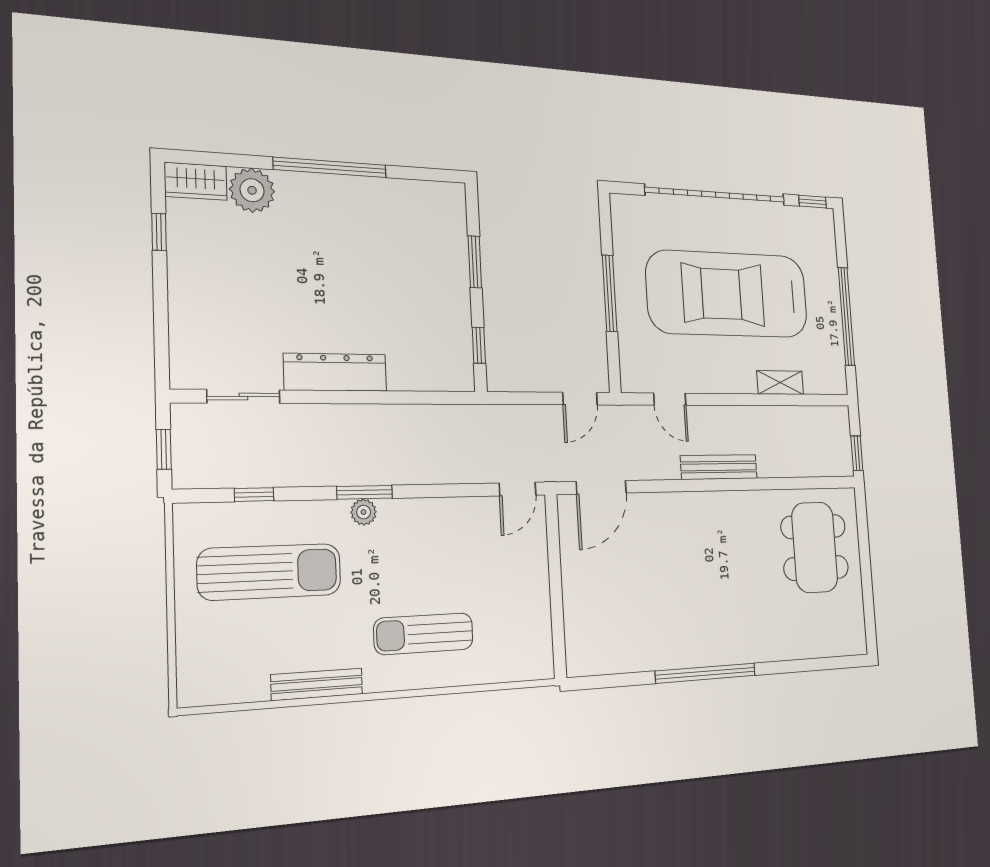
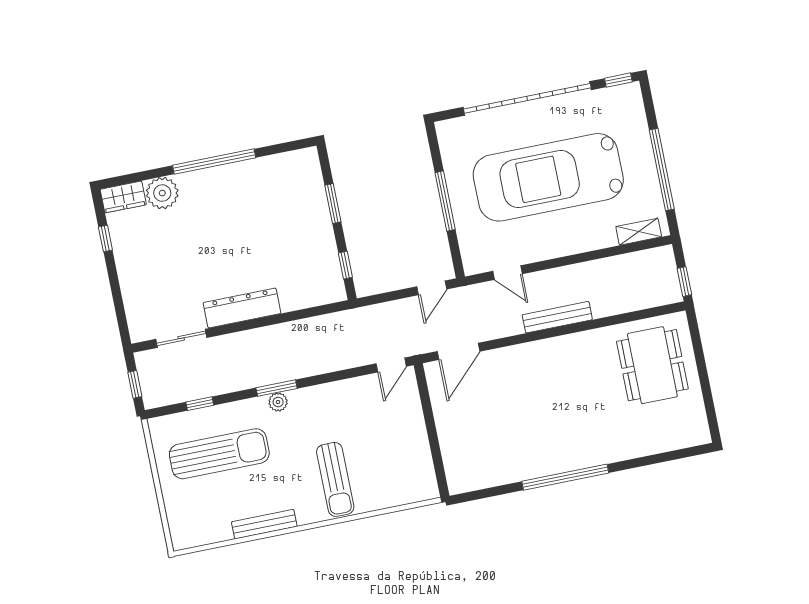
shelving: (780, 382) -> (639, 232), moved
sun lounger: (424, 634) -> (335, 479), turned -90

